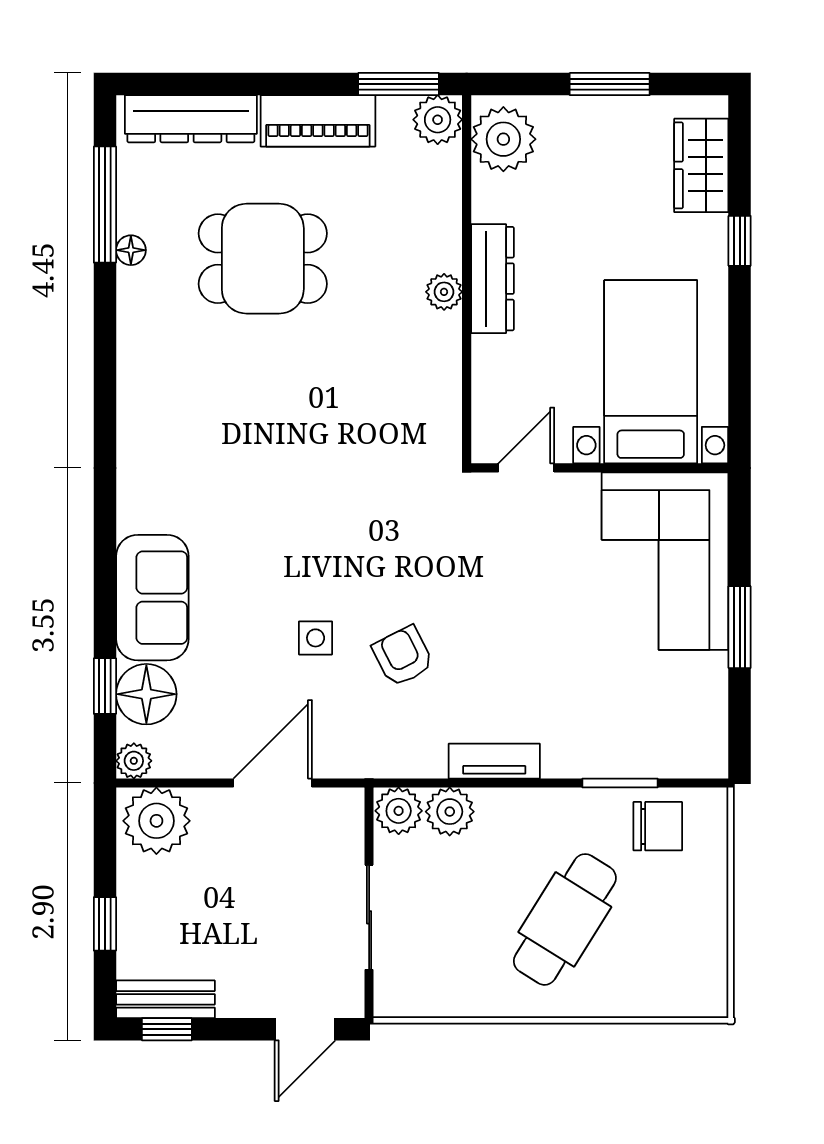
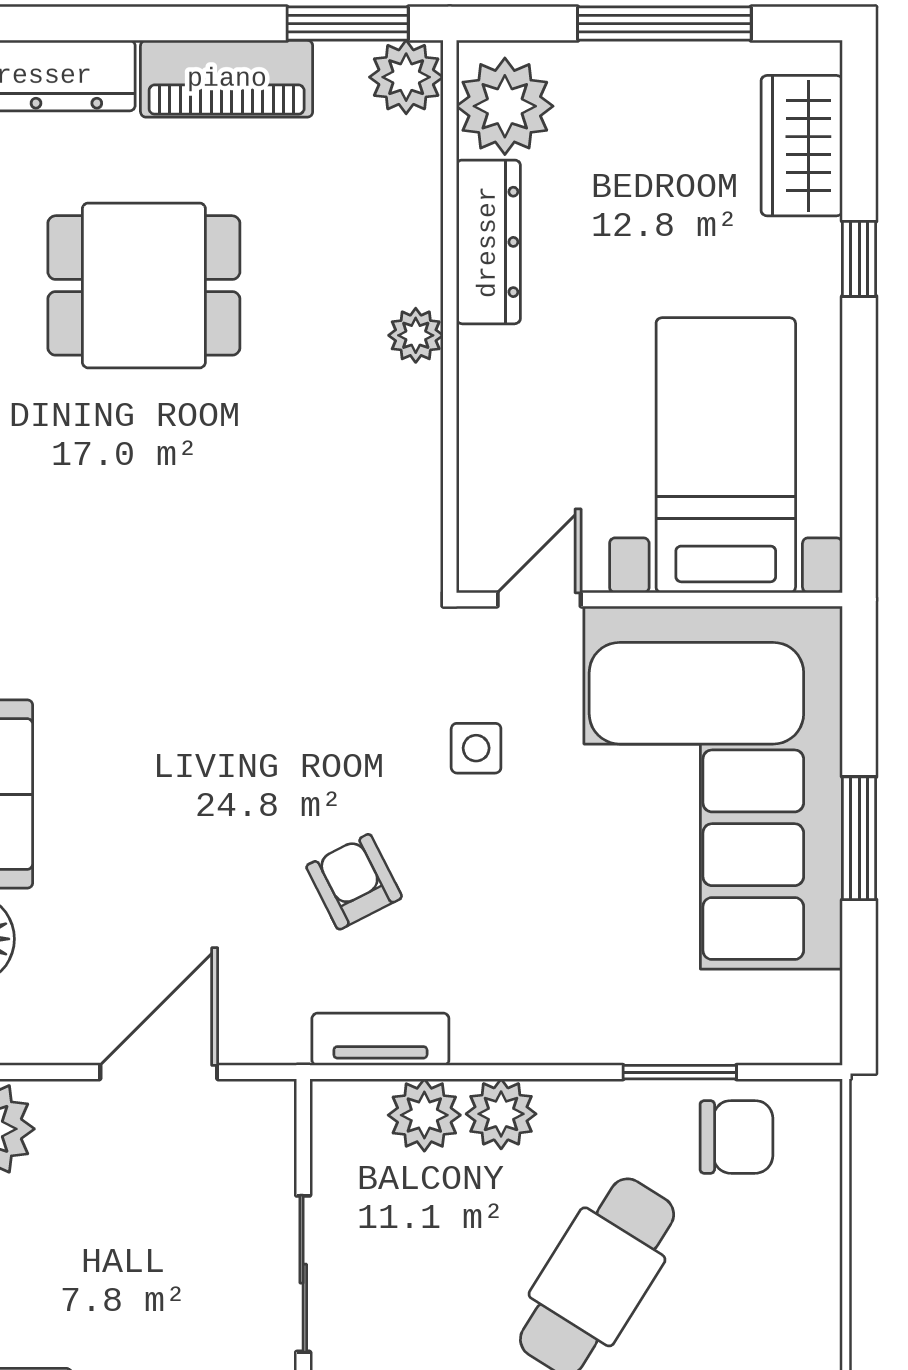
window: (610, 84) -> (664, 24), width x1.44
dresser: (492, 279) -> (488, 242), moved
corner sofa: (665, 561) -> (713, 788), width x1.36, depth x1.36
side table: (316, 638) -> (476, 748), moved
tv unit: (494, 761) -> (380, 1039), moved
plant: (399, 811) -> (501, 1114), moved

